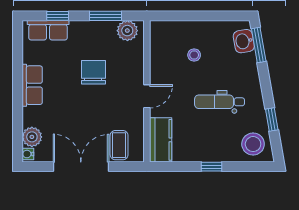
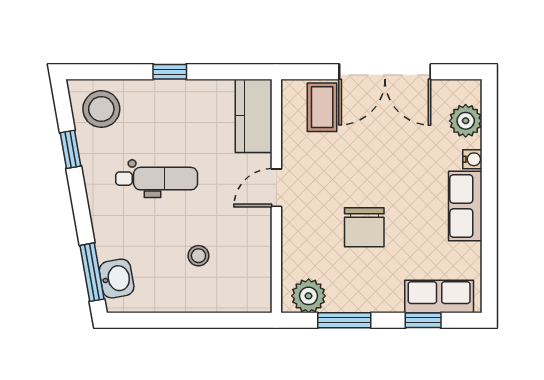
water cooler: (28, 154) -> (472, 159), moved

